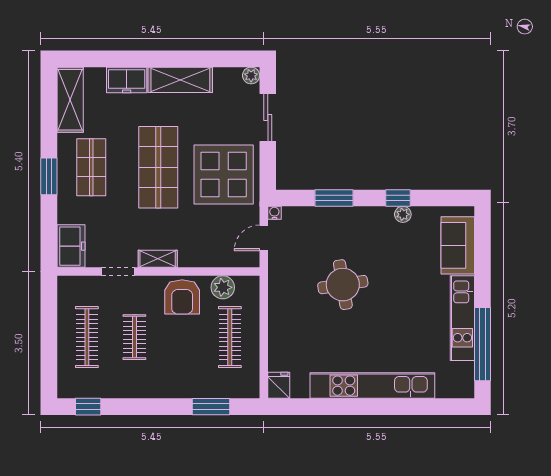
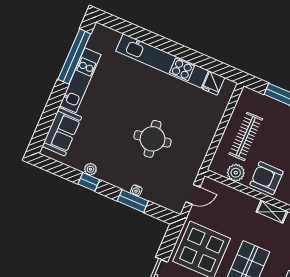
water cooler: (274, 213) -> (136, 190), moved
armchair: (182, 297) -> (266, 178), turned -90
fridge: (279, 385) -> (214, 83), moved

